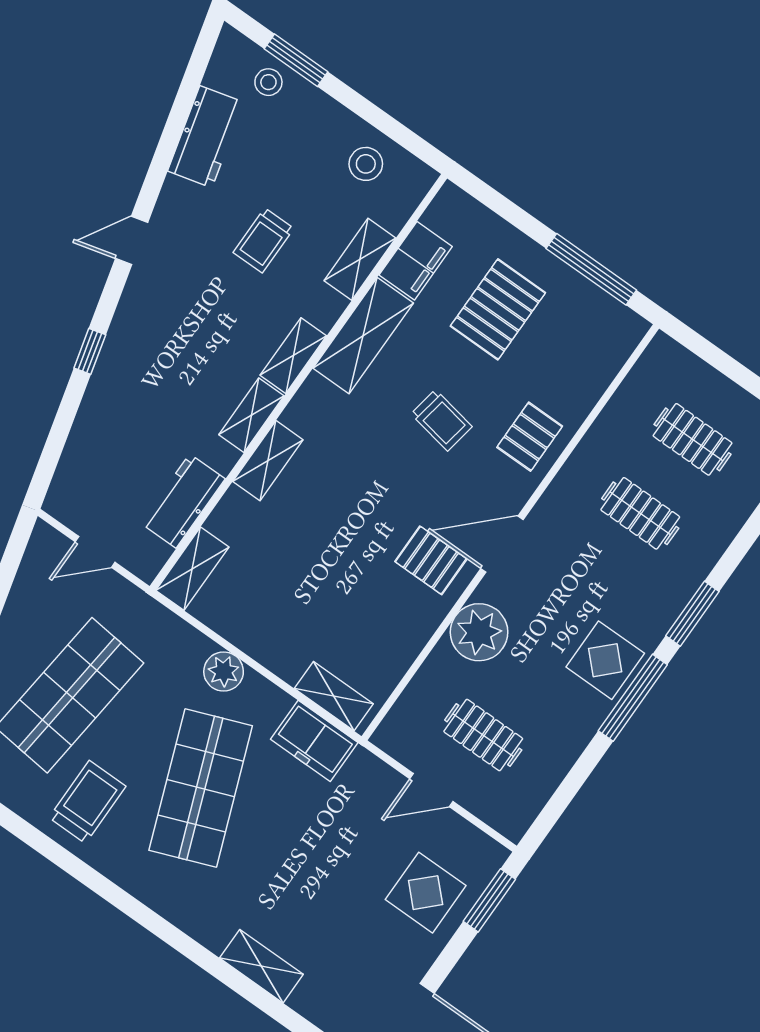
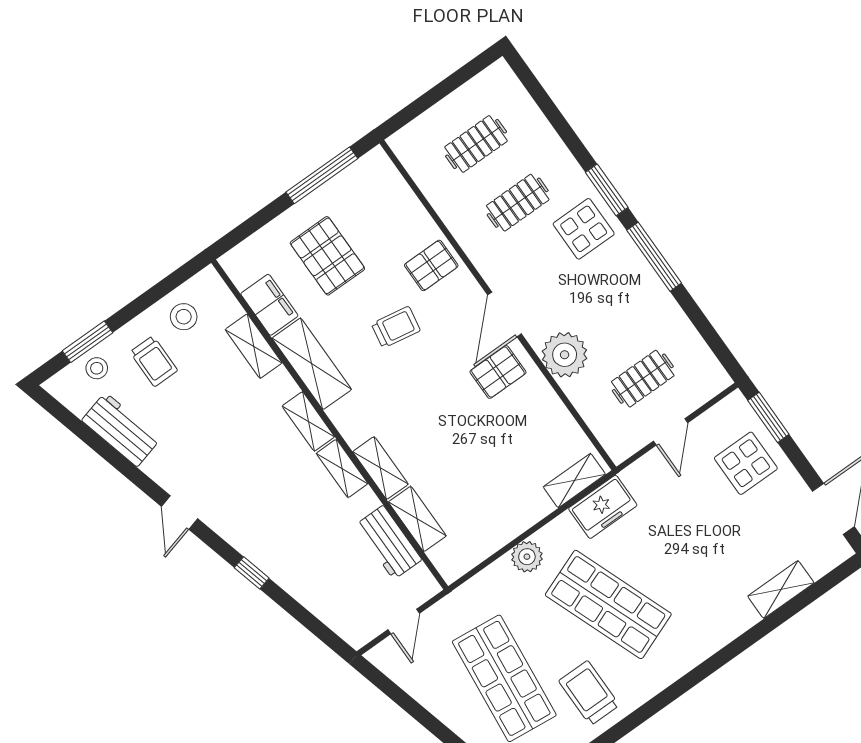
trolley: (263, 240) -> (154, 361), moved
pallet: (530, 437) -> (431, 265), turned 90
shelving: (192, 569) -> (417, 519), moved
display table: (605, 660) -> (584, 229), moved
shelving: (261, 966) -> (781, 589), moved

